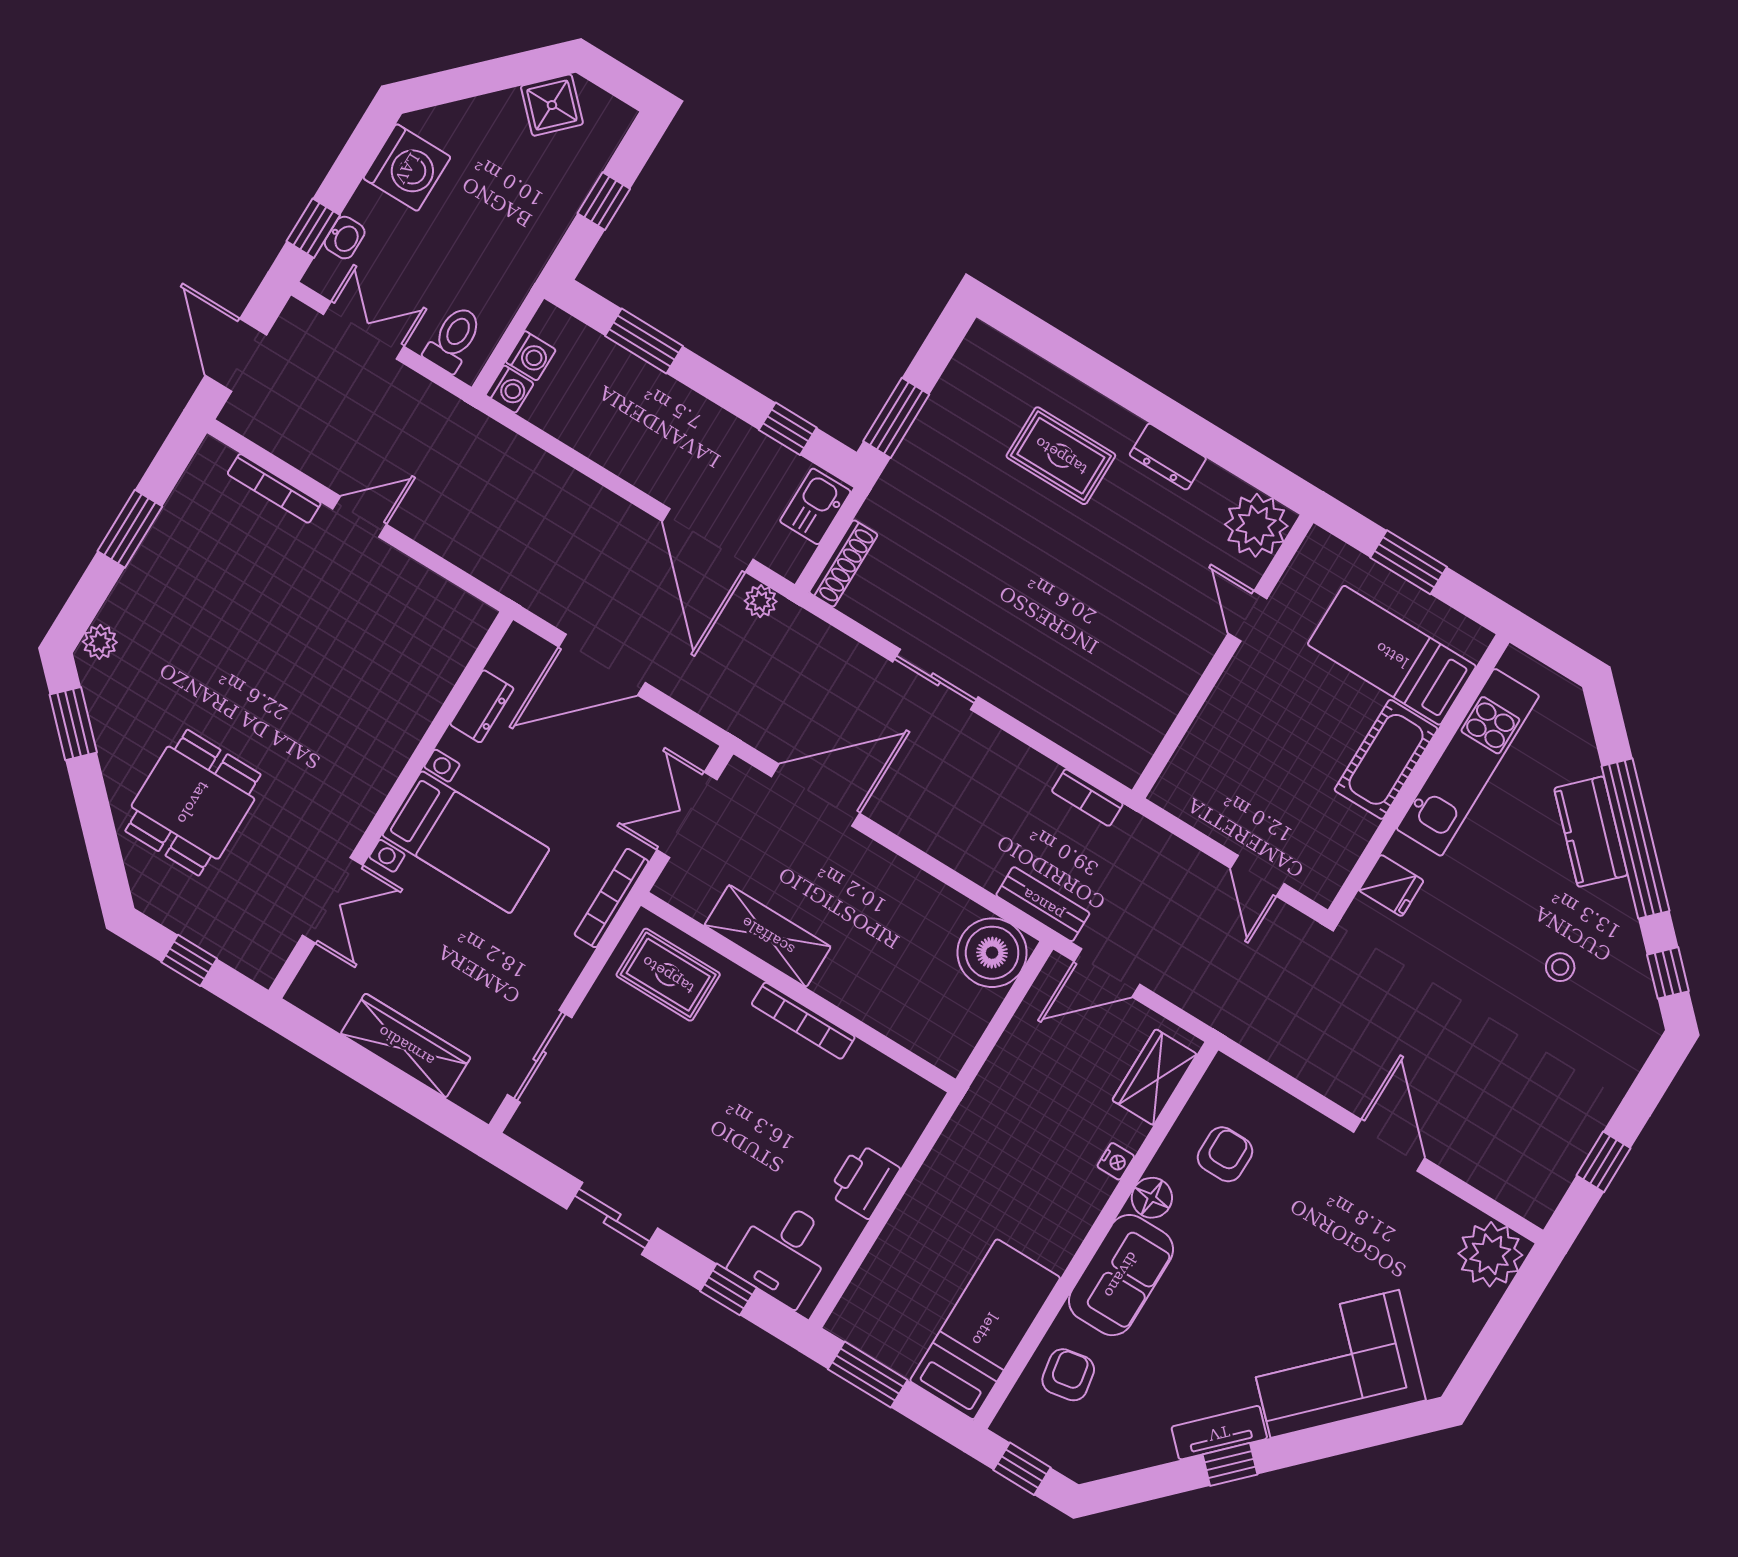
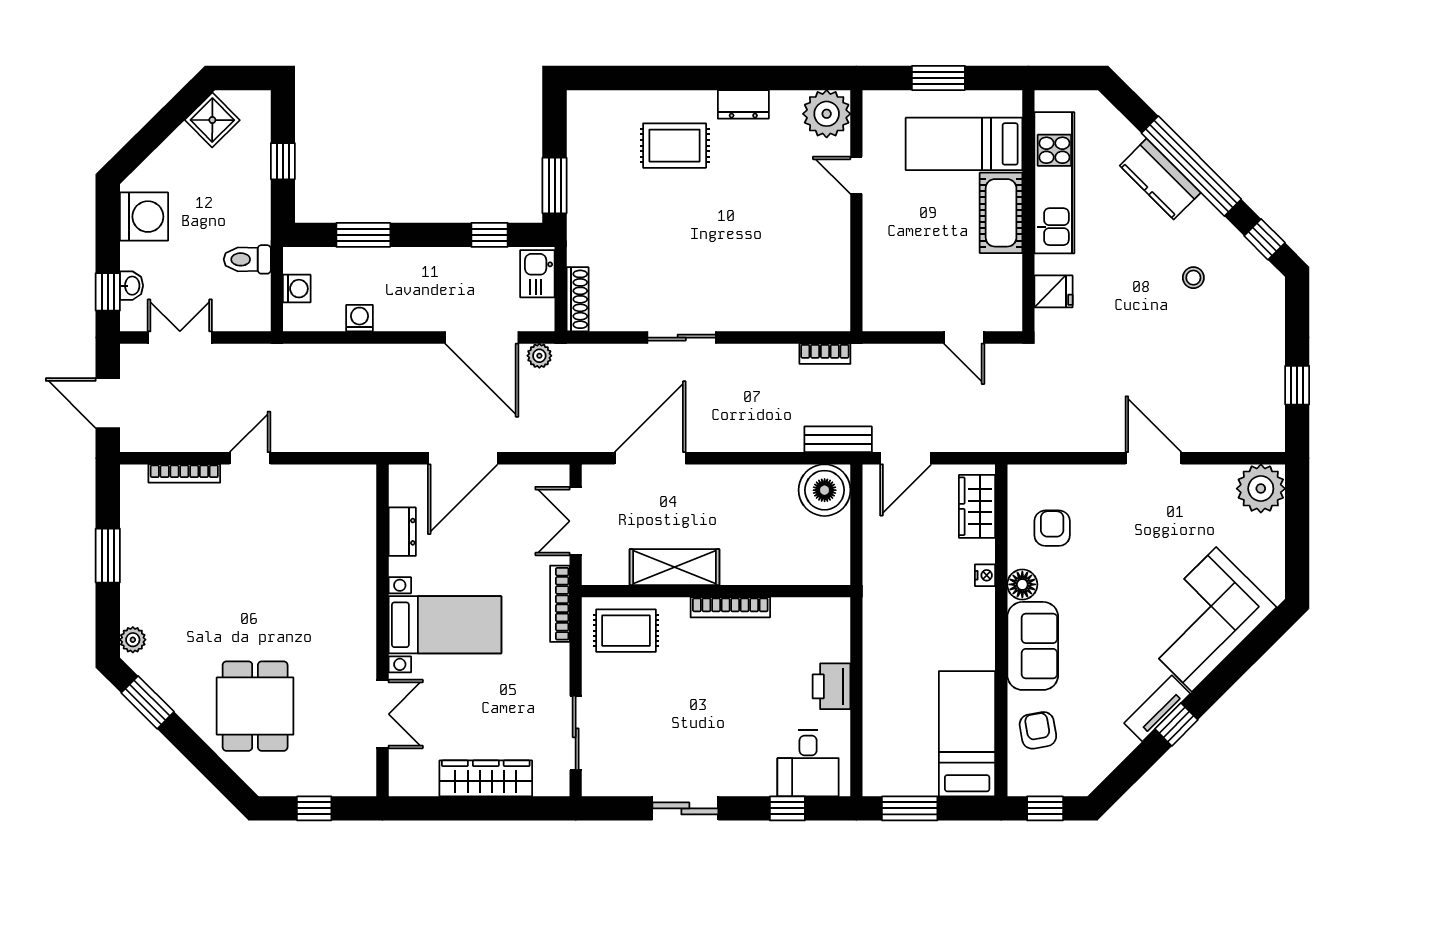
toilet: (454, 339) -> (247, 259), moved, turned -90
washing machine: (510, 389) -> (359, 318), moved, turned -90

